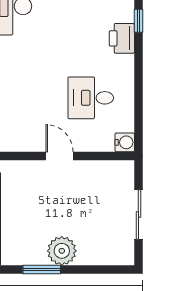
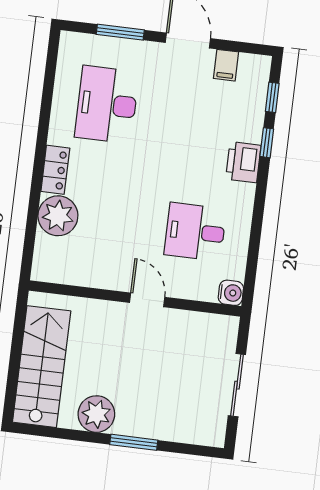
plant: (62, 251) -> (96, 414), moved
window: (42, 269) -> (134, 442), moved

